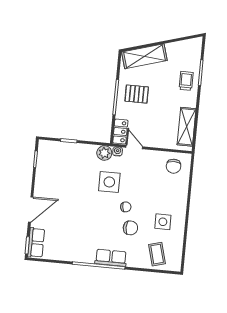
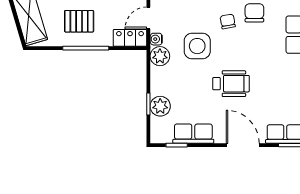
pallet: (137, 94) -> (79, 21), turned 90
plant: (66, 150) -> (160, 106), added
row of seats: (43, 173) -> (193, 134), added
wheelchair: (78, 205) -> (231, 84), added

